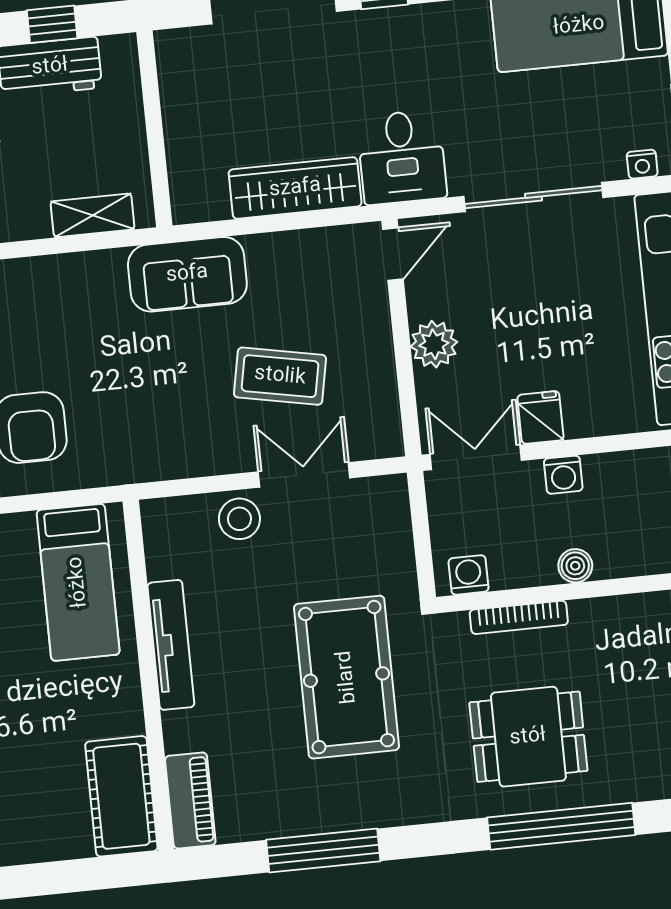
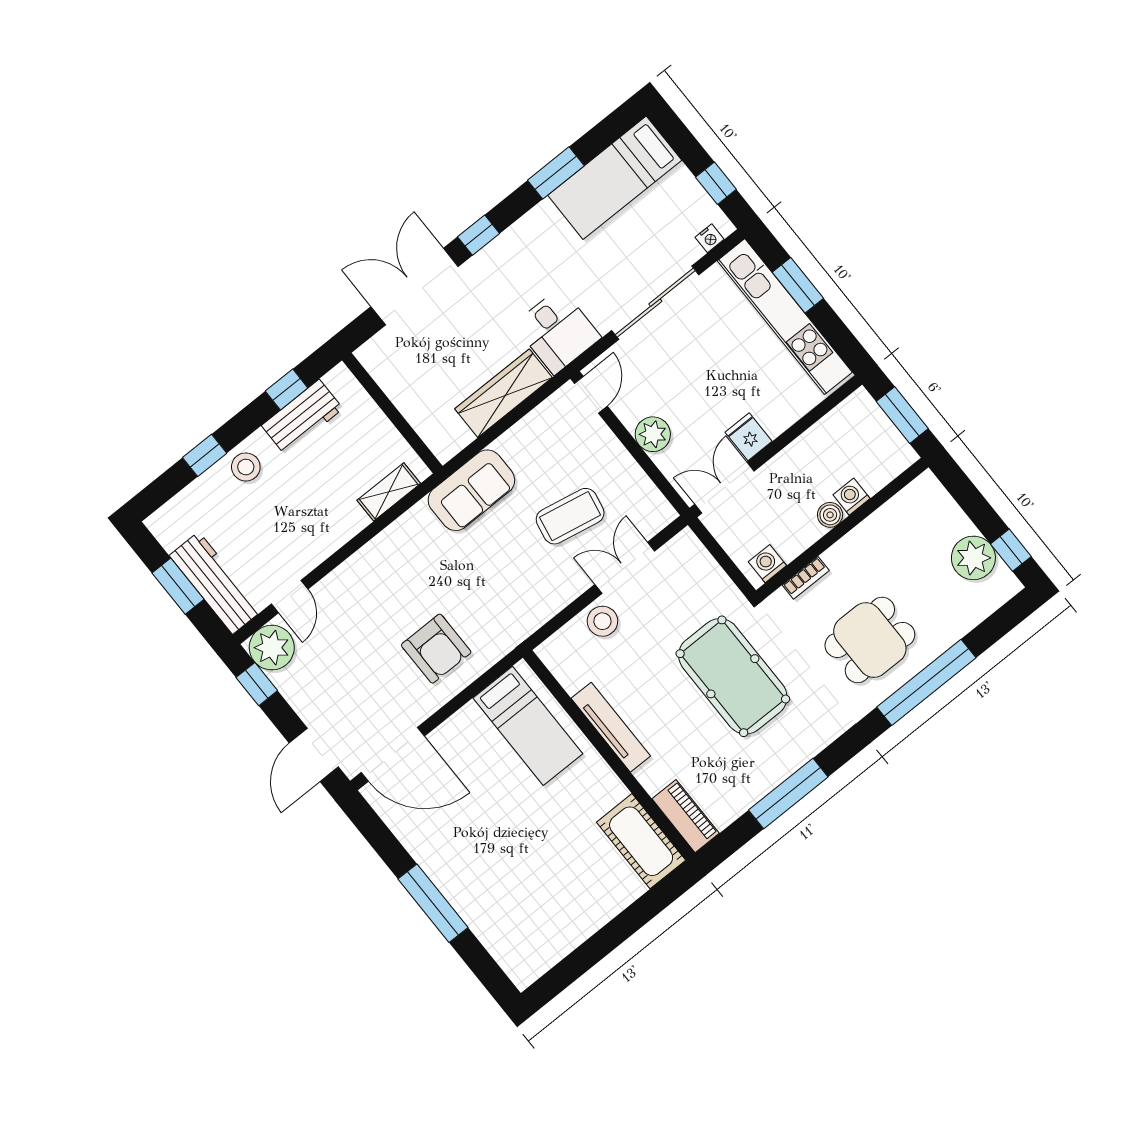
washing machine: (563, 475) -> (851, 497), moved, turned 180
bookcase: (519, 617) -> (806, 578), width x0.64

